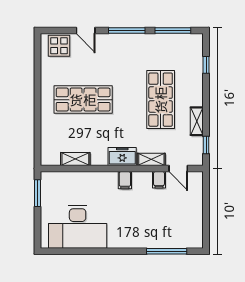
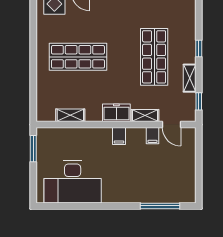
window: (206, 65) -> (199, 49), moved

